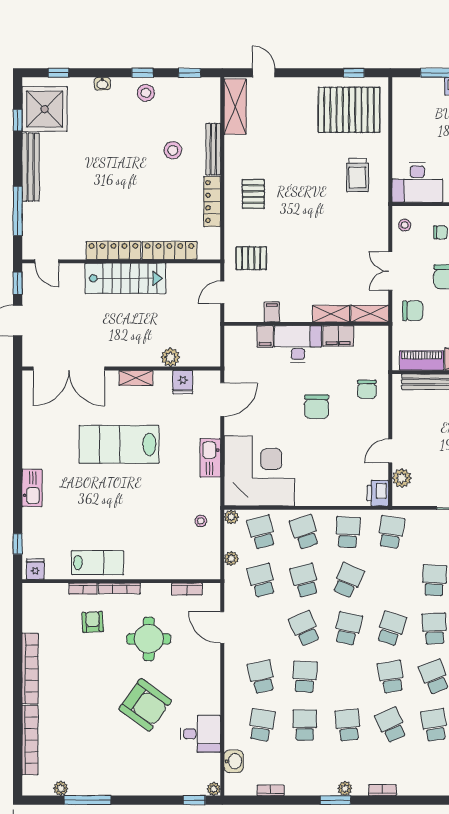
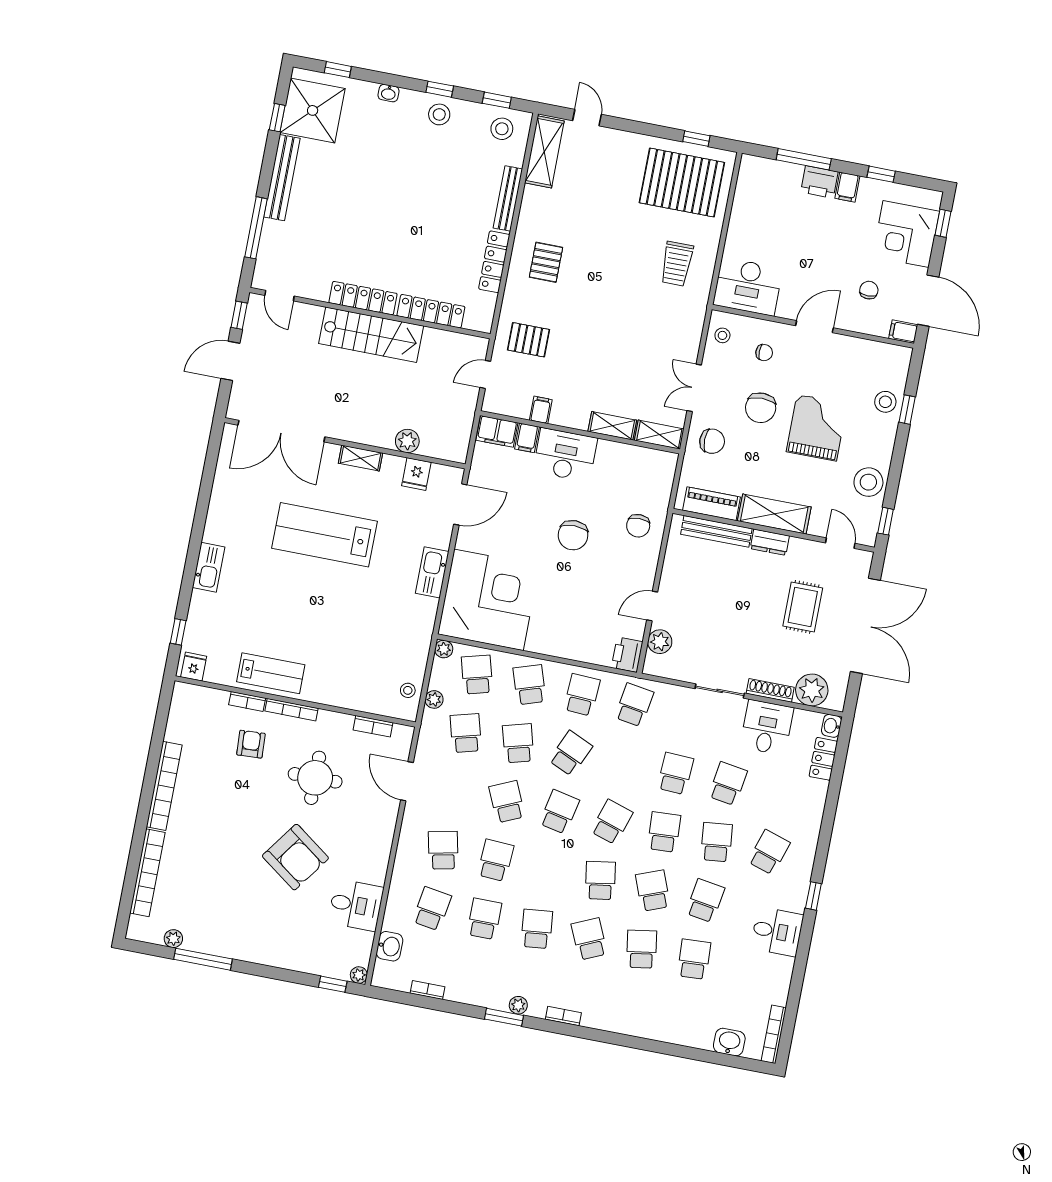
stool: (173, 150) -> (502, 129), moved
filing cabinet: (338, 336) -> (497, 431), moved
stool: (201, 521) -> (408, 690), moved

